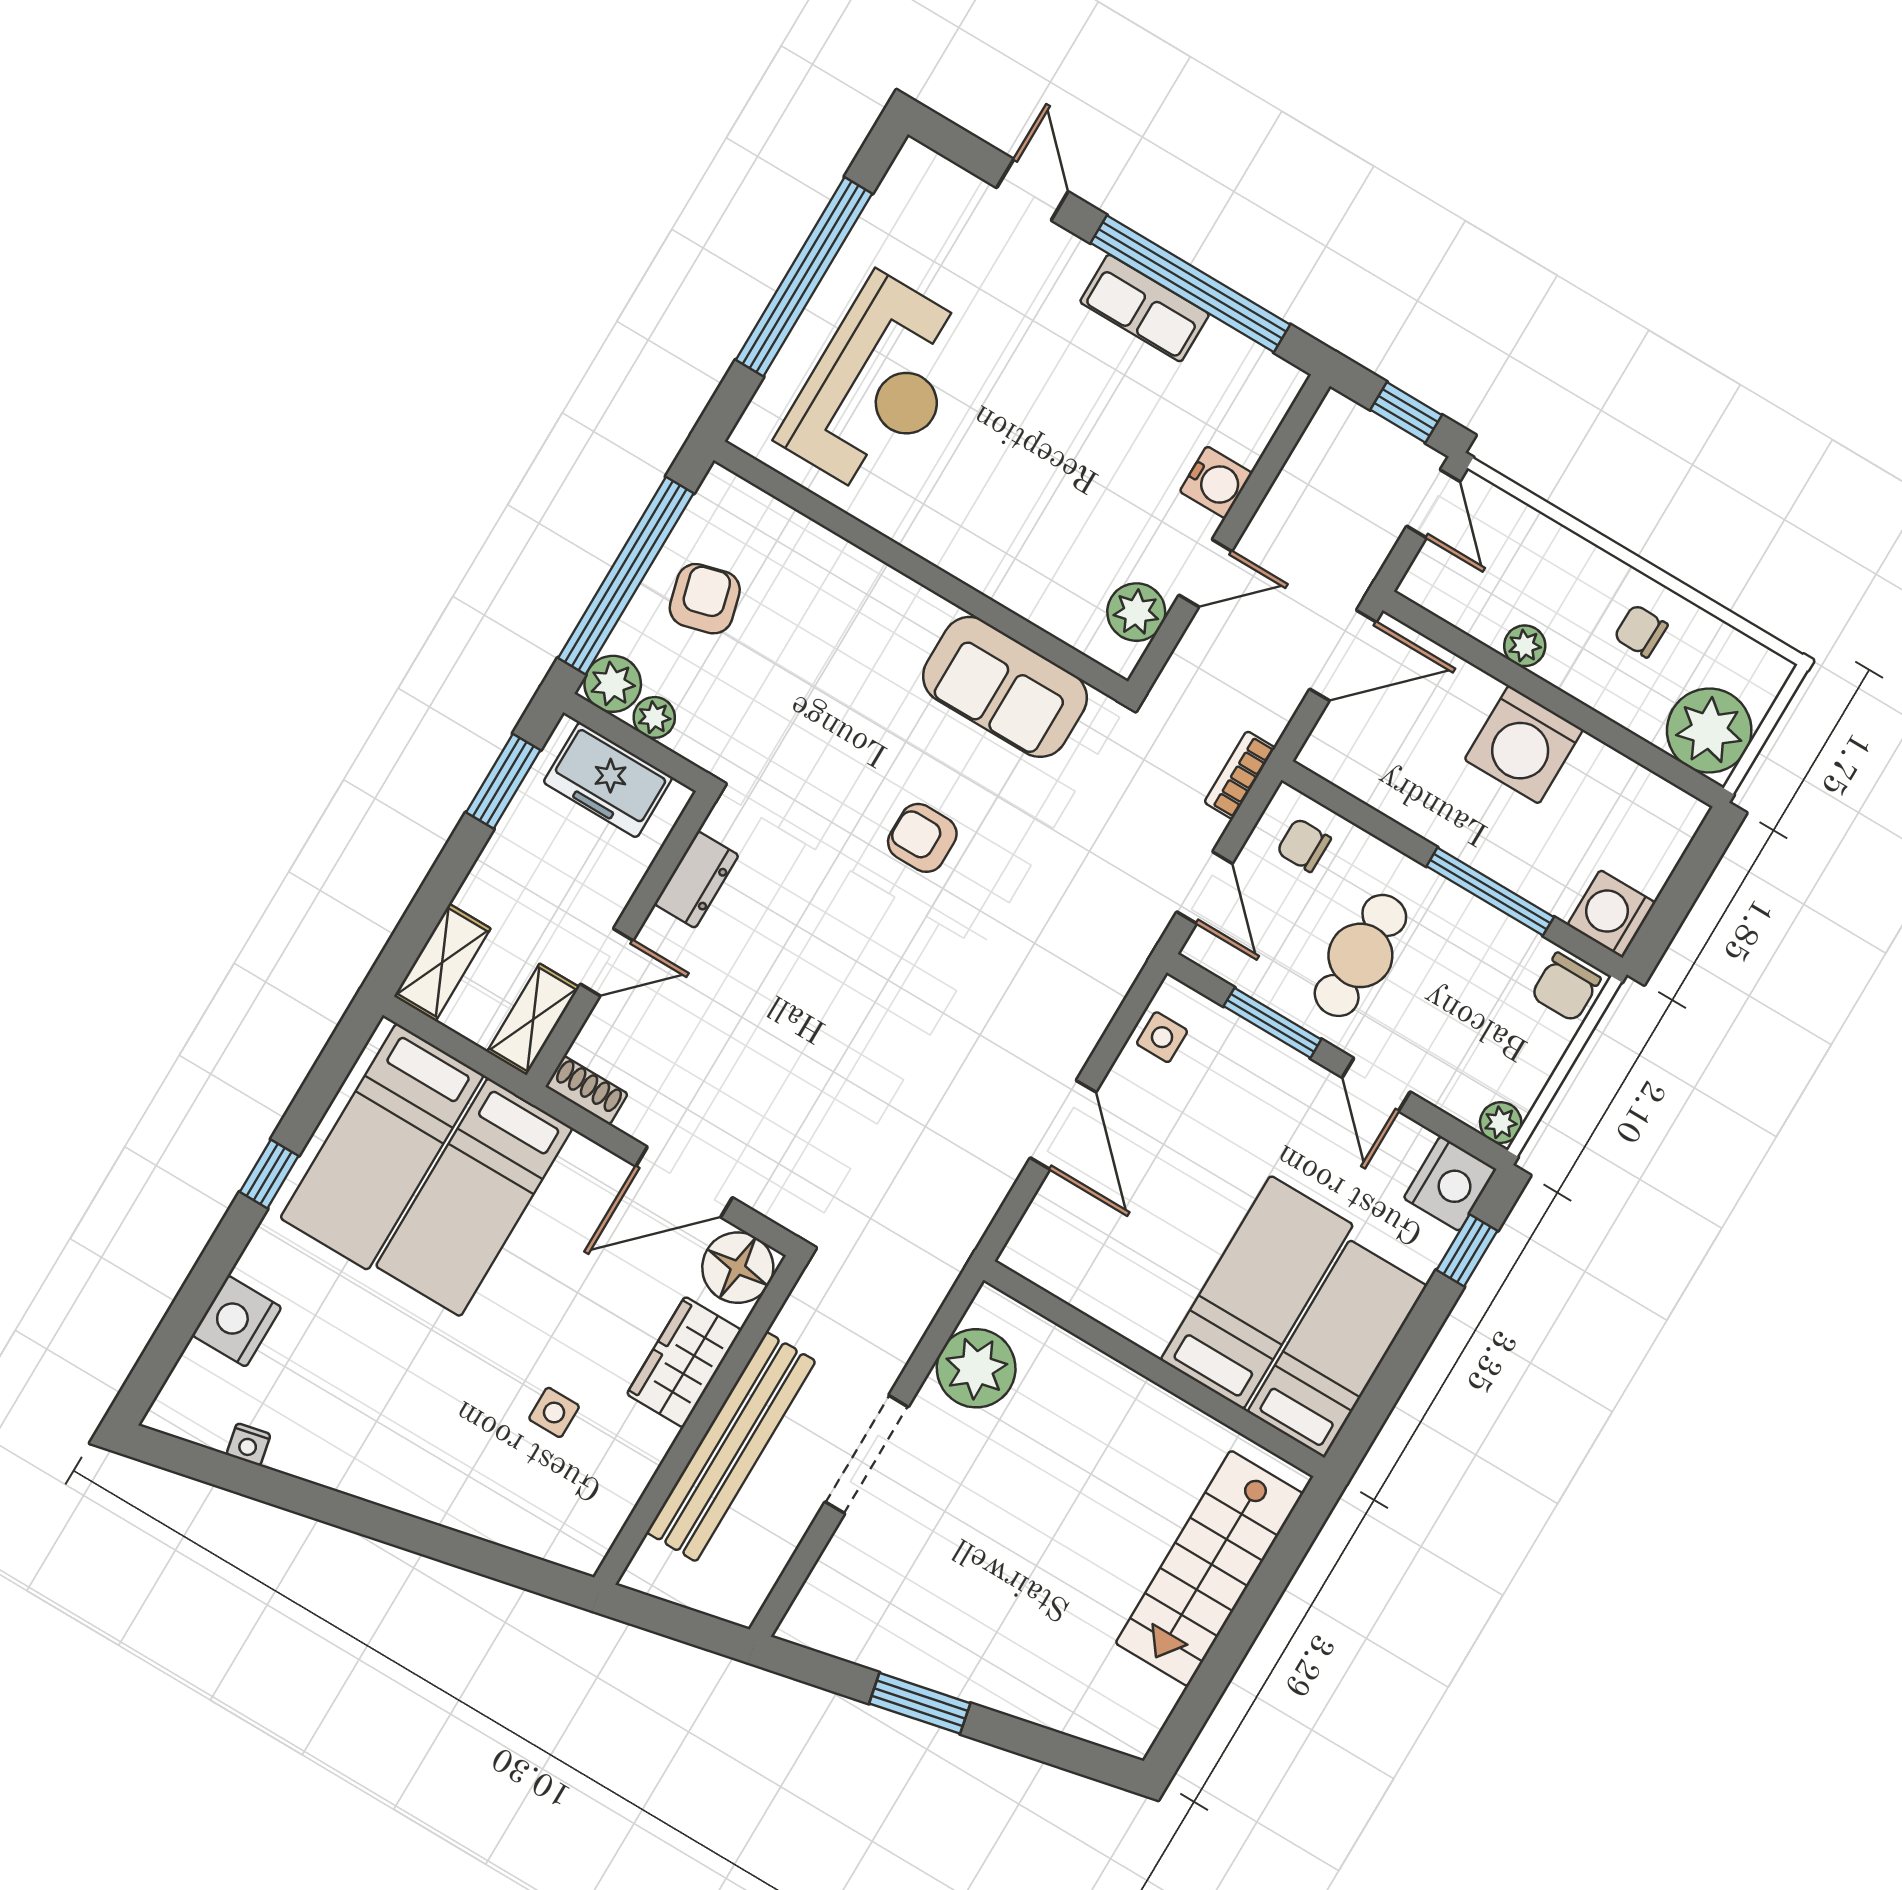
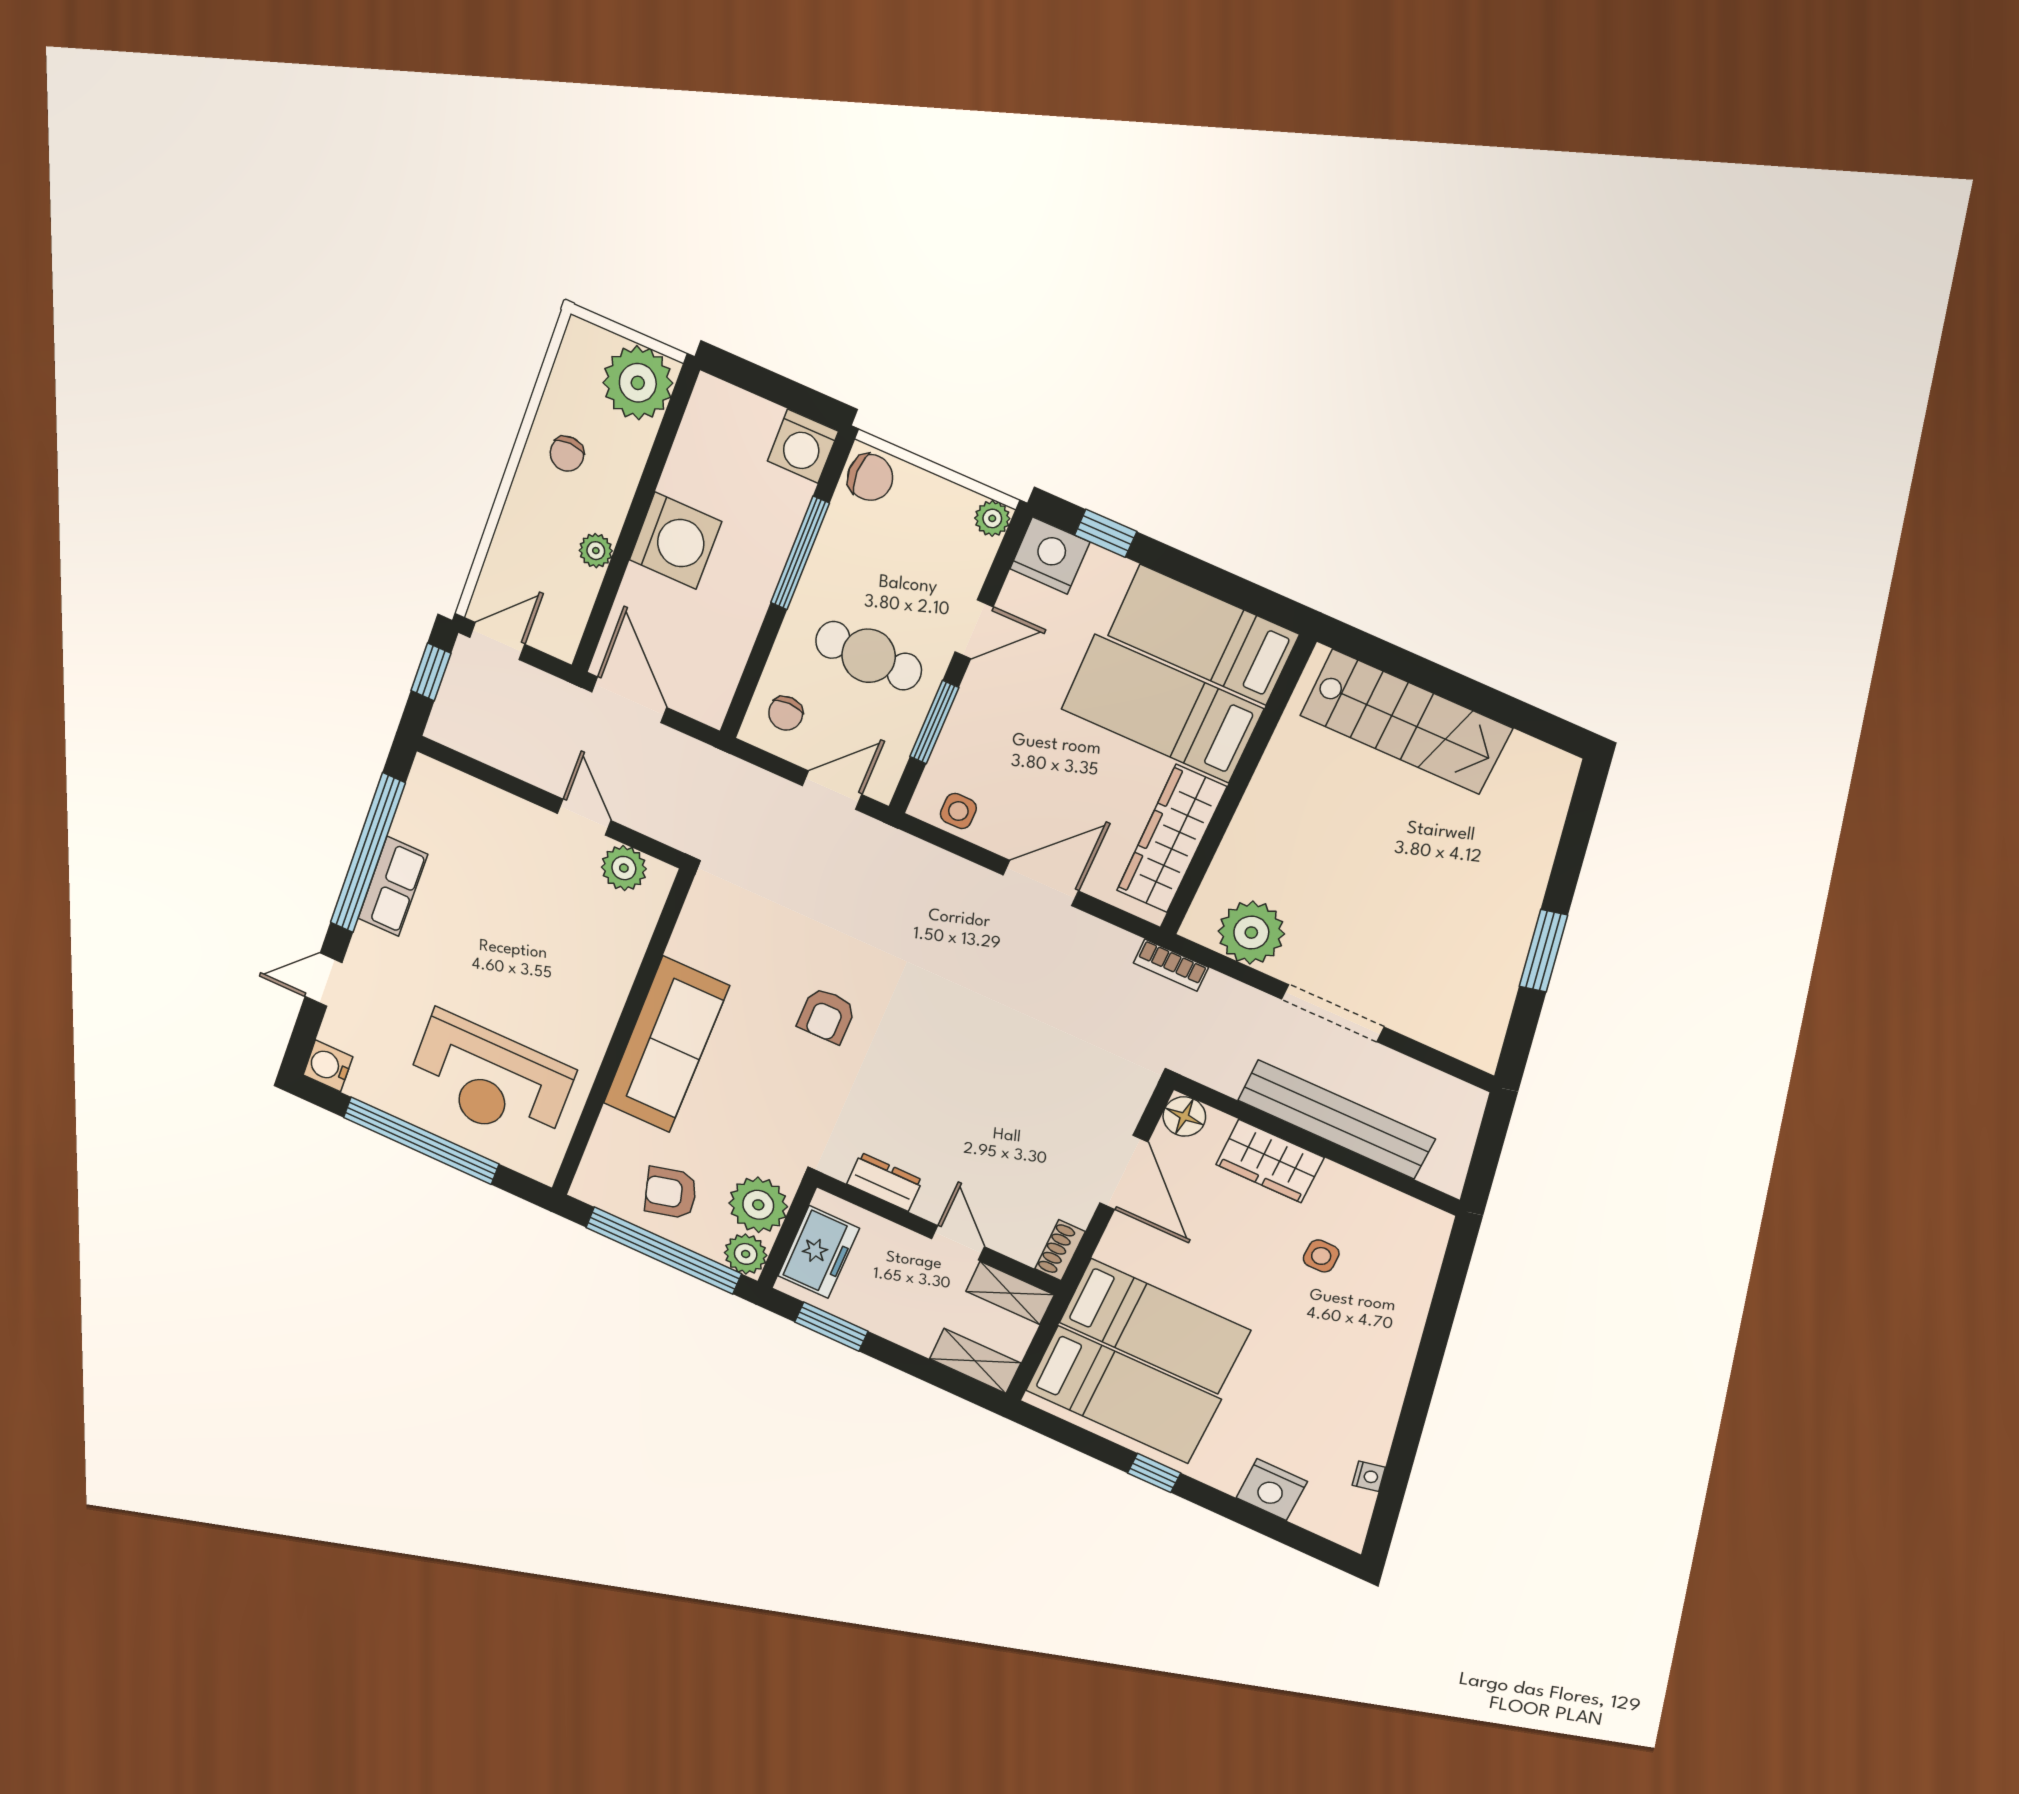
reception desk: (878, 386) -> (490, 1080), turned 180
water cooler: (1216, 482) -> (328, 1066), moved, turned -90
sofa: (1005, 687) -> (666, 1045), moved, width x1.36
plant: (654, 717) -> (758, 1205), width x1.88, depth x1.88
bookcase: (1240, 775) -> (1171, 965), moved
floor lamp: (738, 1268) -> (1184, 1116), width x0.73, depth x0.73
wardrobe: (1101, 1286) -> (1171, 839), added

